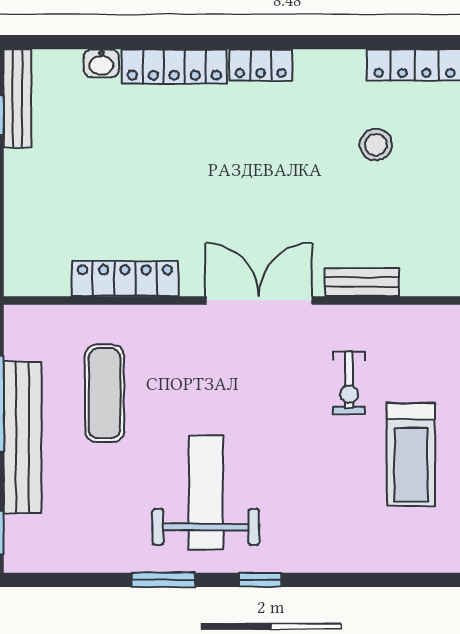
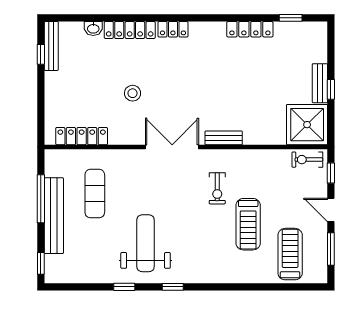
stool: (376, 145) -> (133, 93), moved
locker: (125, 279) -> (82, 136), moved
window: (163, 580) -> (124, 287), width x0.67

